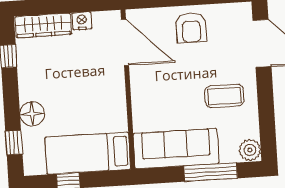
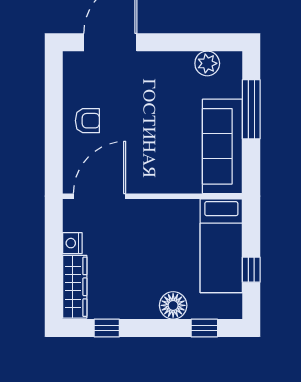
armchair: (191, 27) -> (87, 121), width x0.72, depth x0.72
coffee table: (224, 96) -> (167, 88), removed
plant: (250, 150) -> (207, 63), moved

